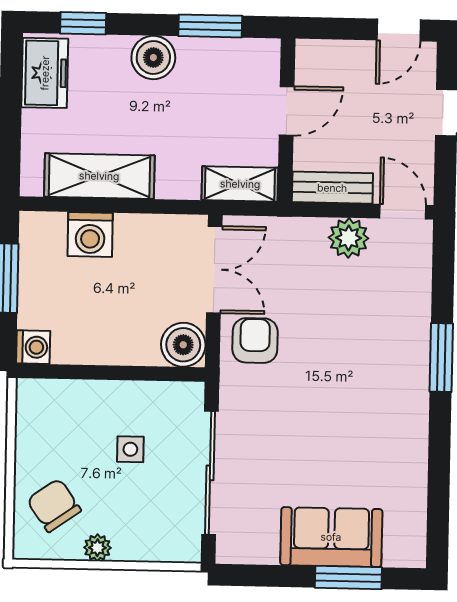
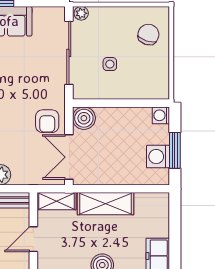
shelving: (99, 176) -> (106, 204), moved
washing machine: (90, 235) -> (158, 157), moved, turned -90
chair: (54, 505) -> (148, 35), turned -127
plant: (97, 548) -> (81, 13), moved

